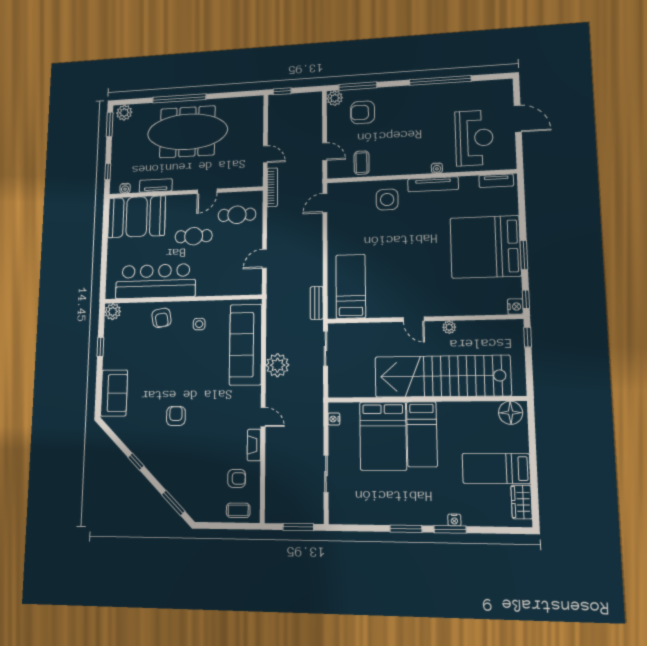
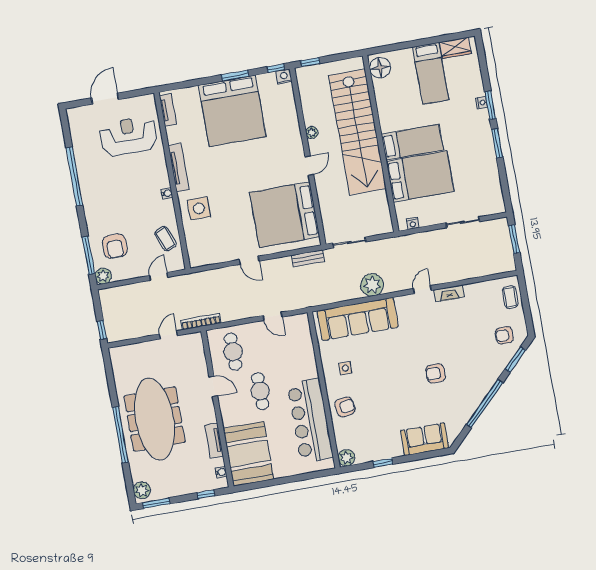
coffee table: (362, 163) -> (166, 239), turned 68
water cooler: (437, 168) -> (167, 193), moved
door: (325, 203) -> (249, 260), moved
bed: (351, 286) -> (285, 215), width x2.04
window: (136, 462) -> (485, 404), width x3.17
armchair: (237, 478) -> (504, 335), moved, turned -90

